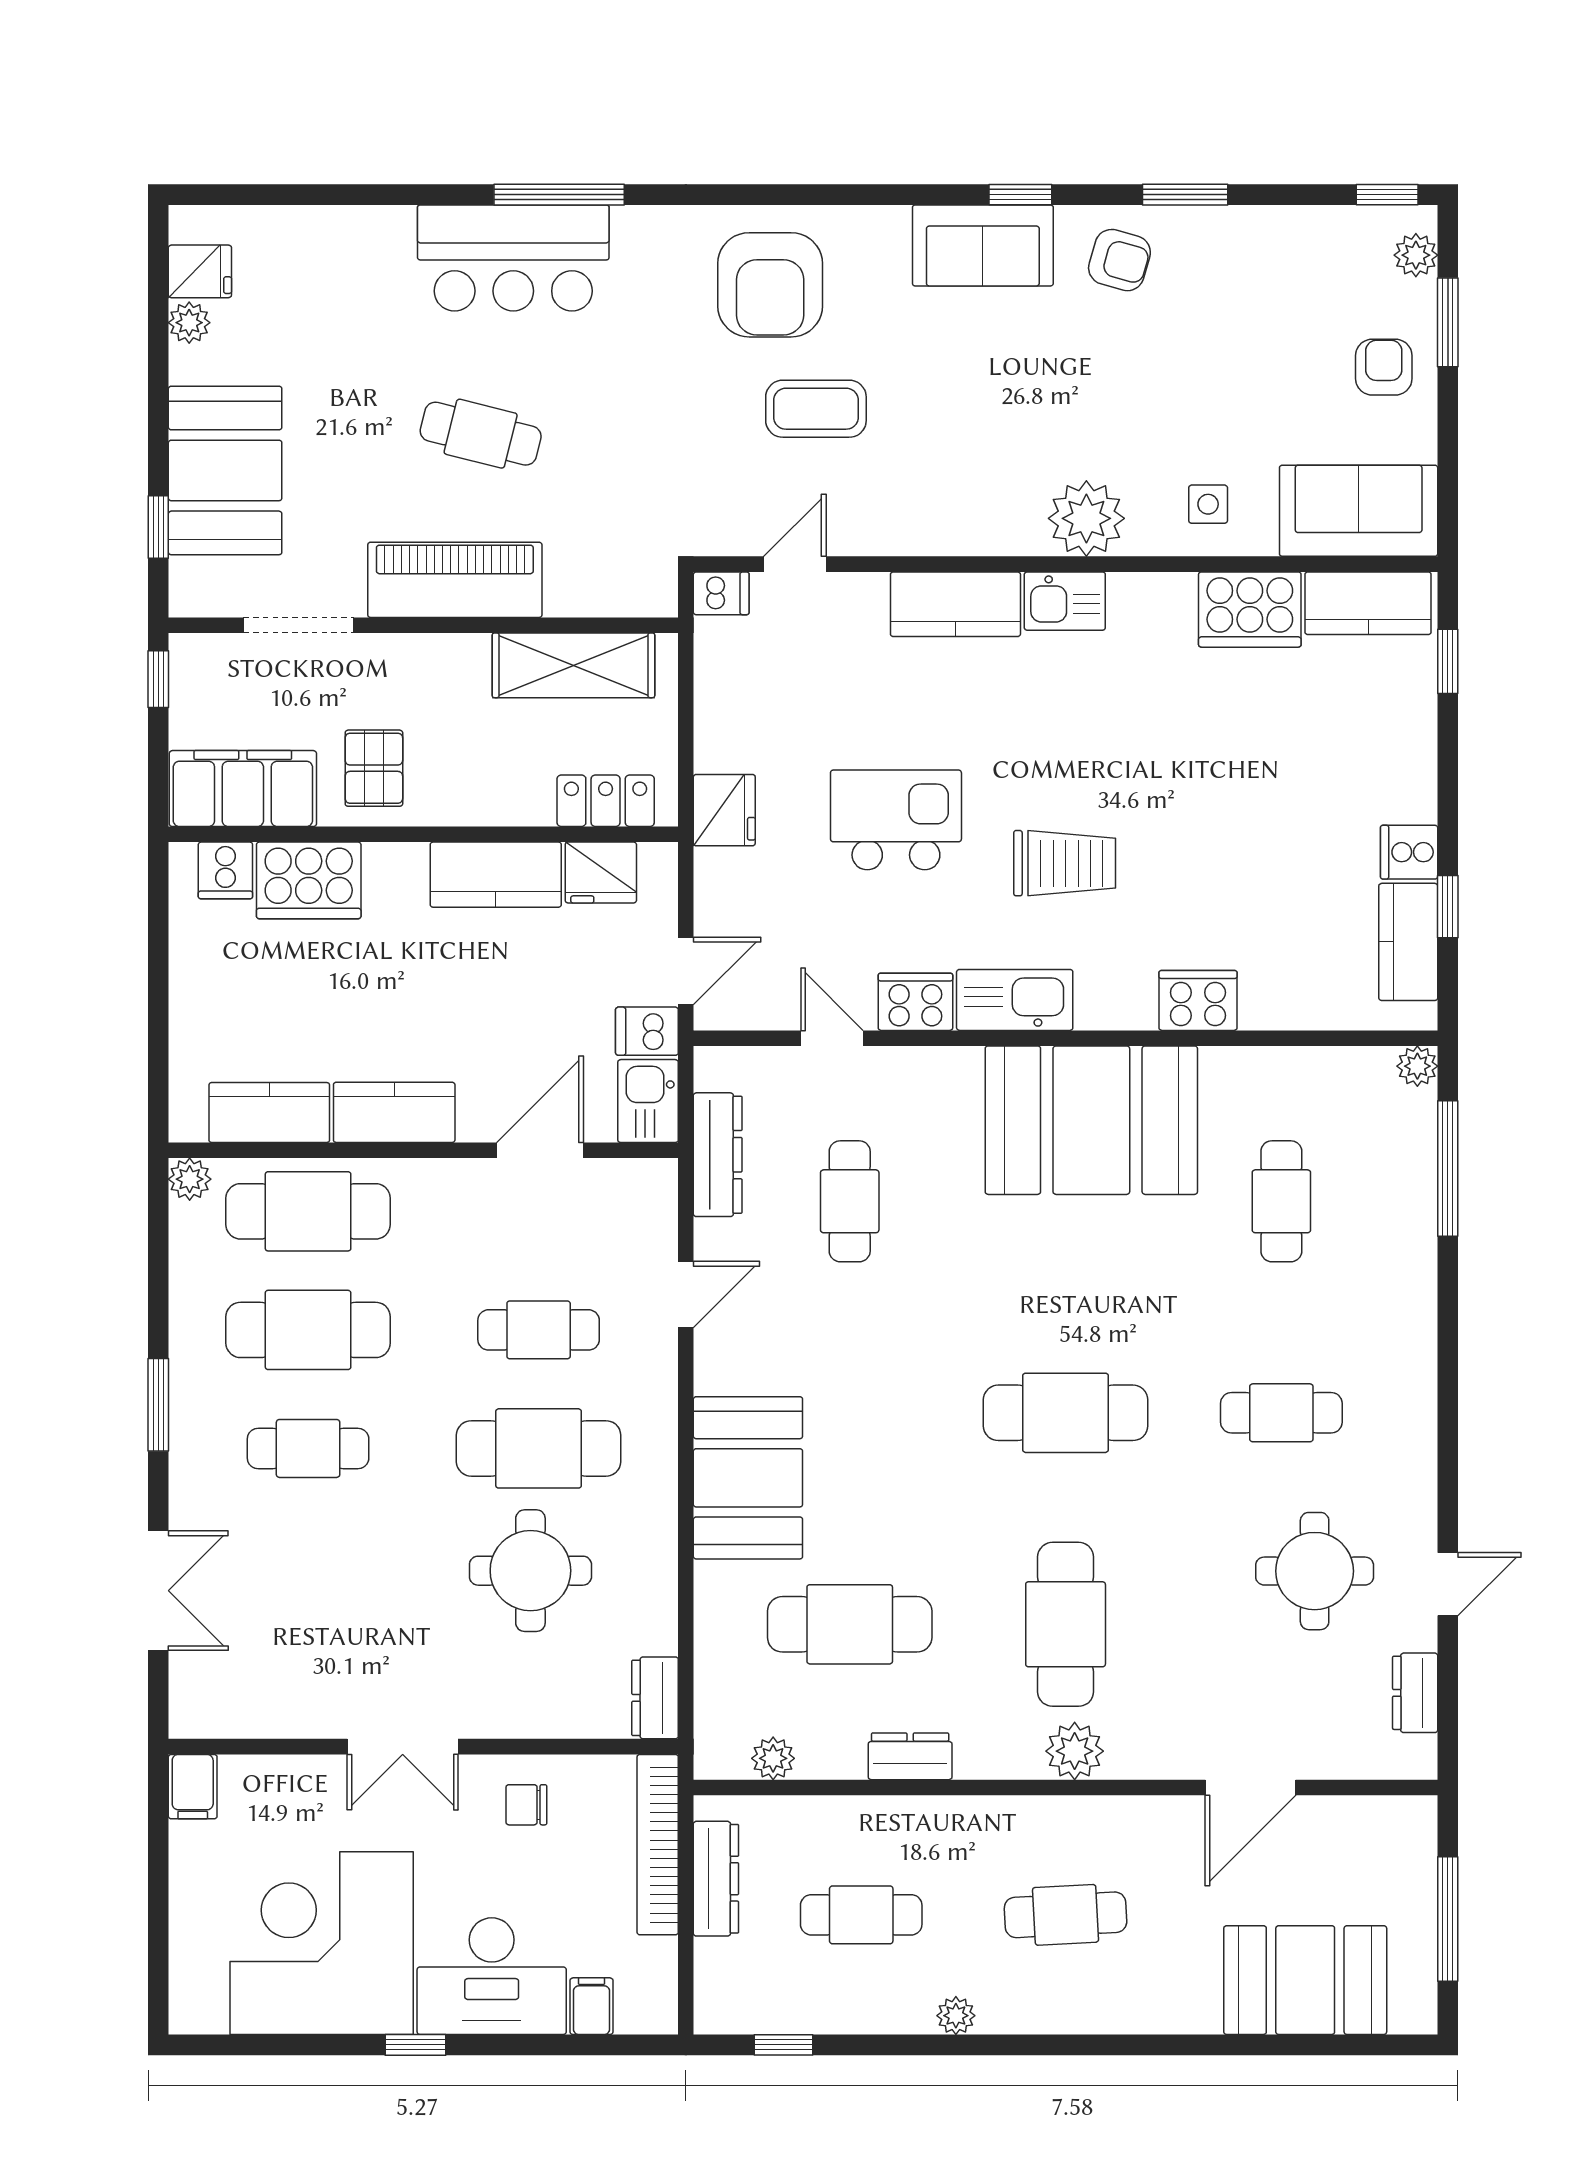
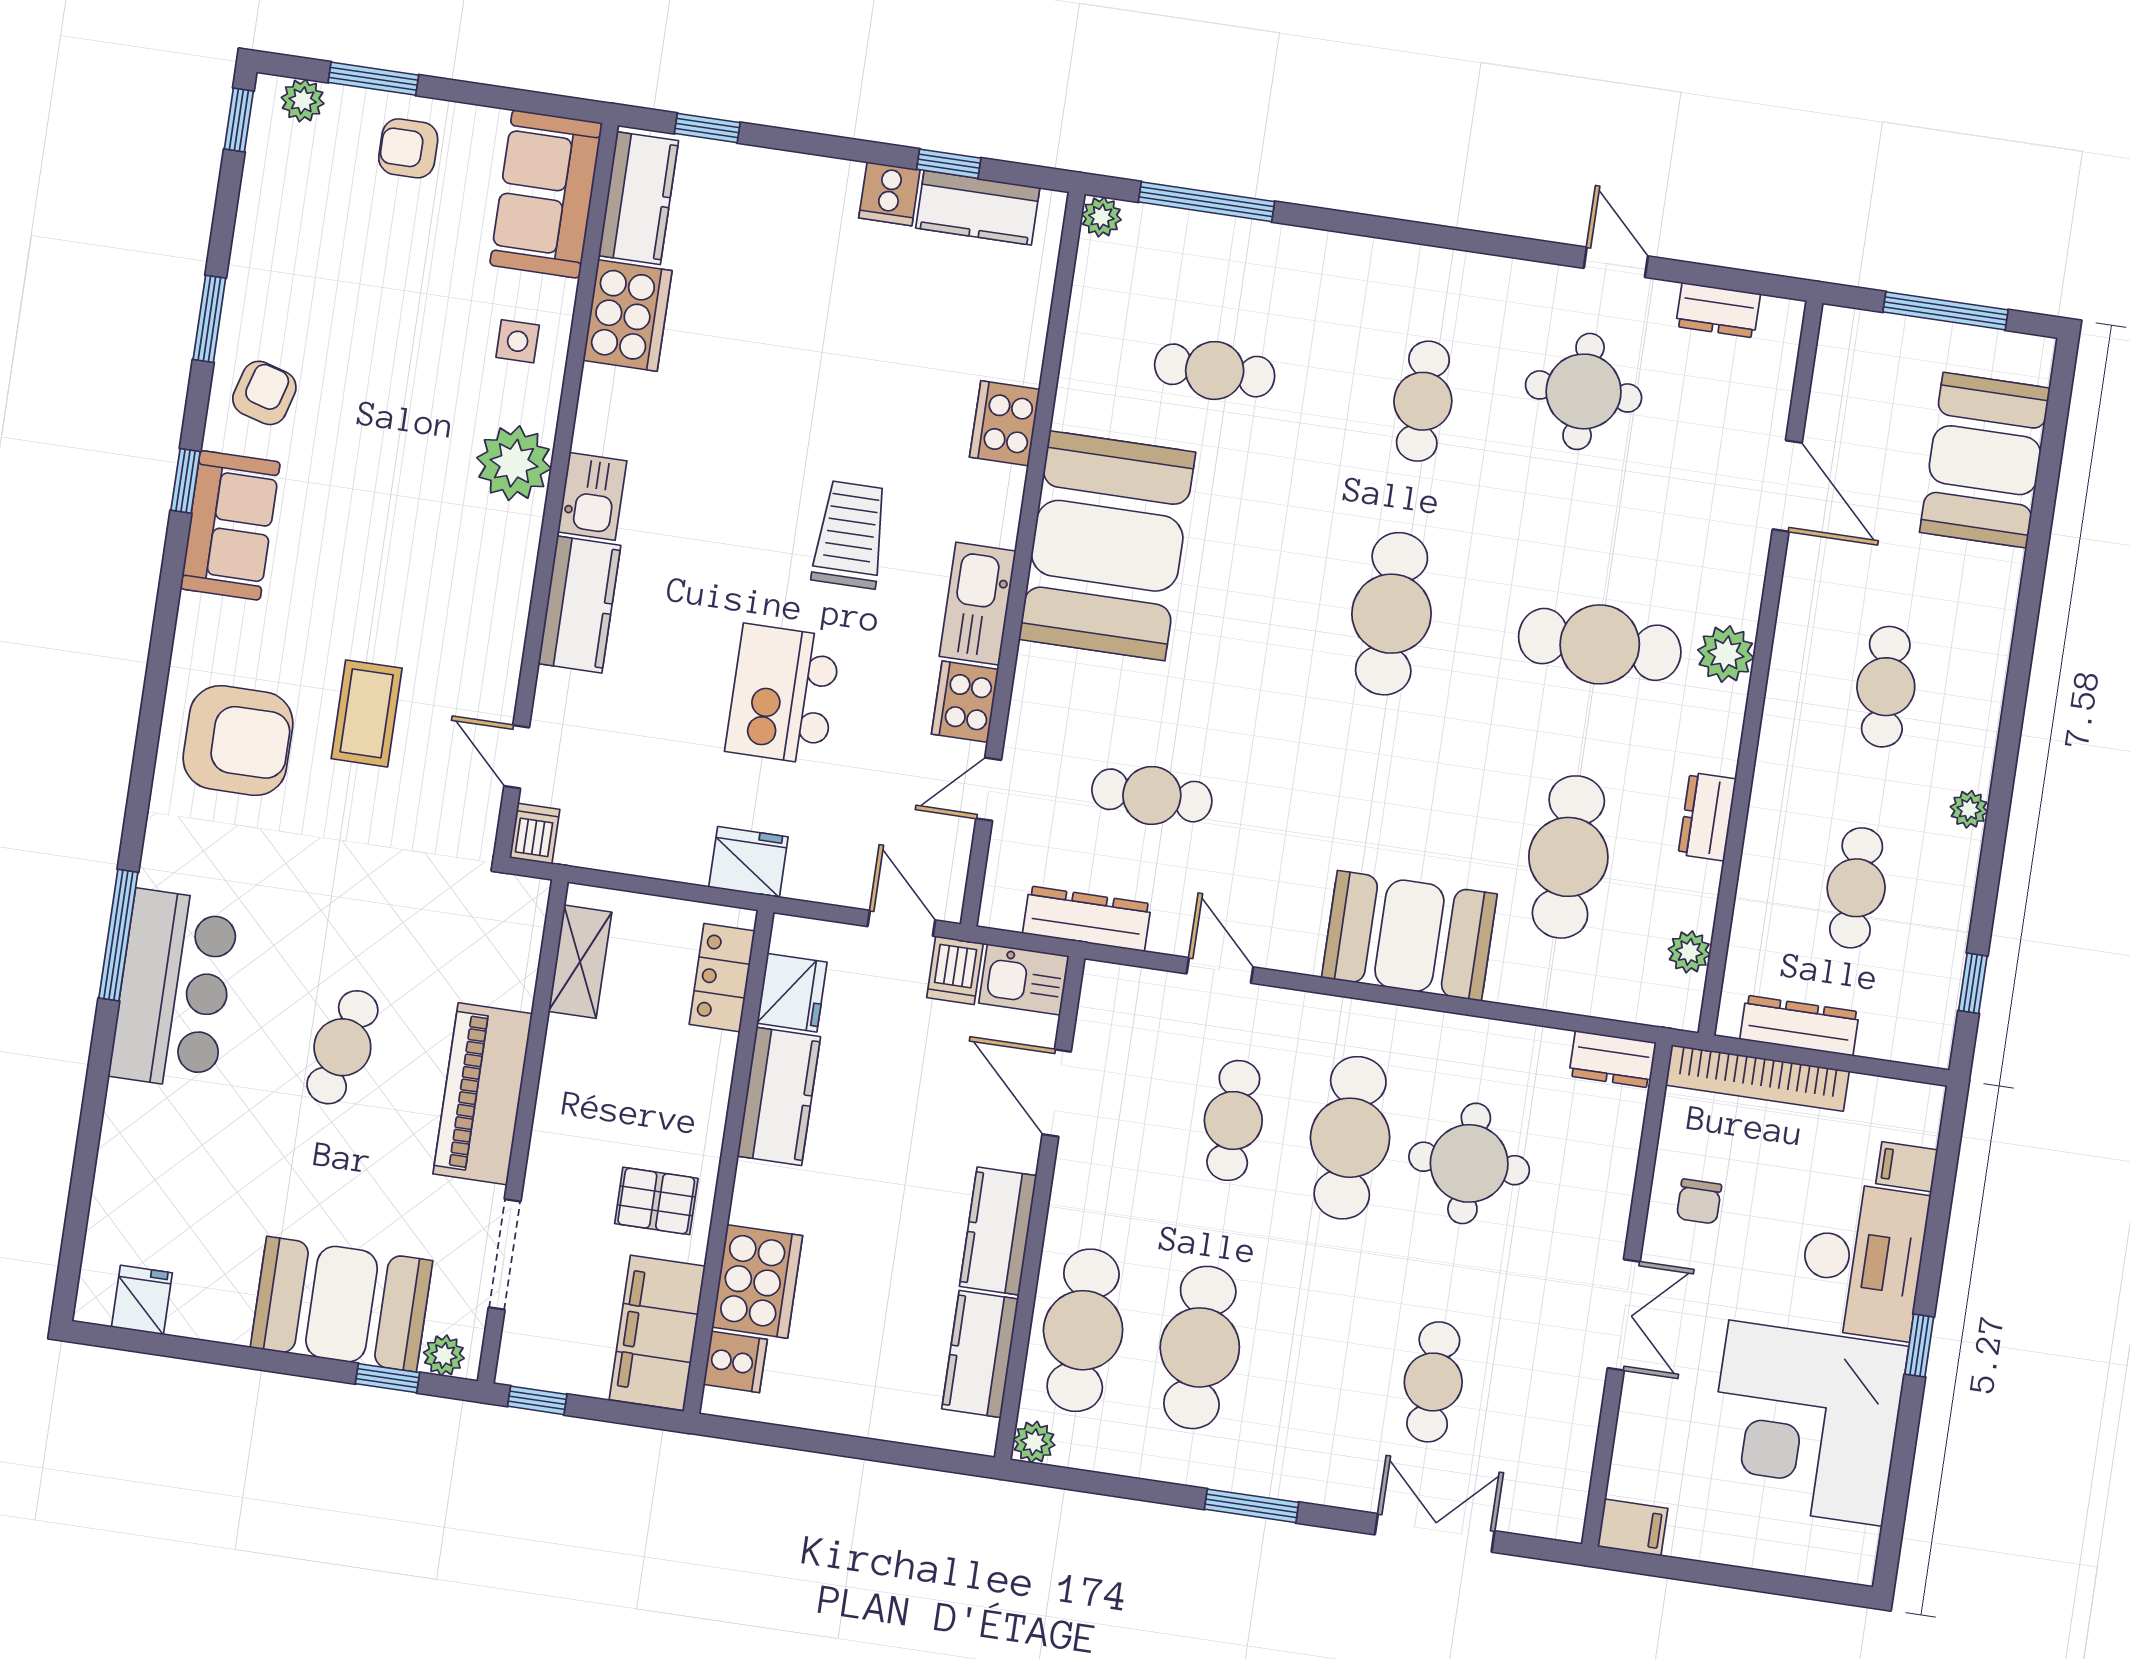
plant: (189, 323) -> (444, 1355), moved
shelving: (573, 665) -> (580, 962), width x0.67, depth x0.75
cafe table: (308, 1448) -> (1433, 1382), moved

